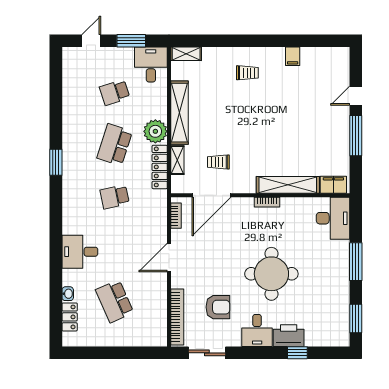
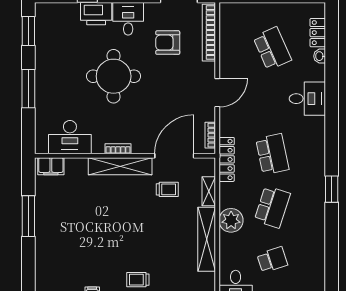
door: (356, 96) -> (28, 257), removed
locker: (160, 167) -> (227, 159), moved
shelving: (288, 185) -> (120, 166), moved
school desk: (115, 197) -> (272, 154), width x1.85
desk: (333, 218) -> (70, 137), moved, turned -90

